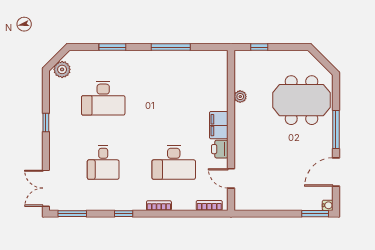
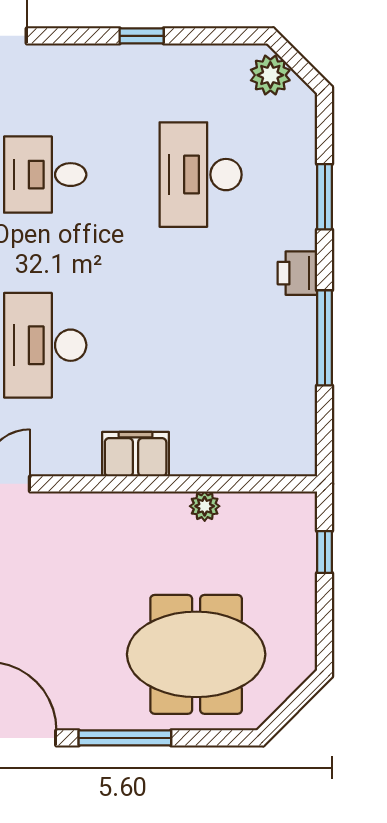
meeting table: (301, 100) -> (196, 654), turned 90
printer: (220, 149) -> (297, 273), moved, turned -90

